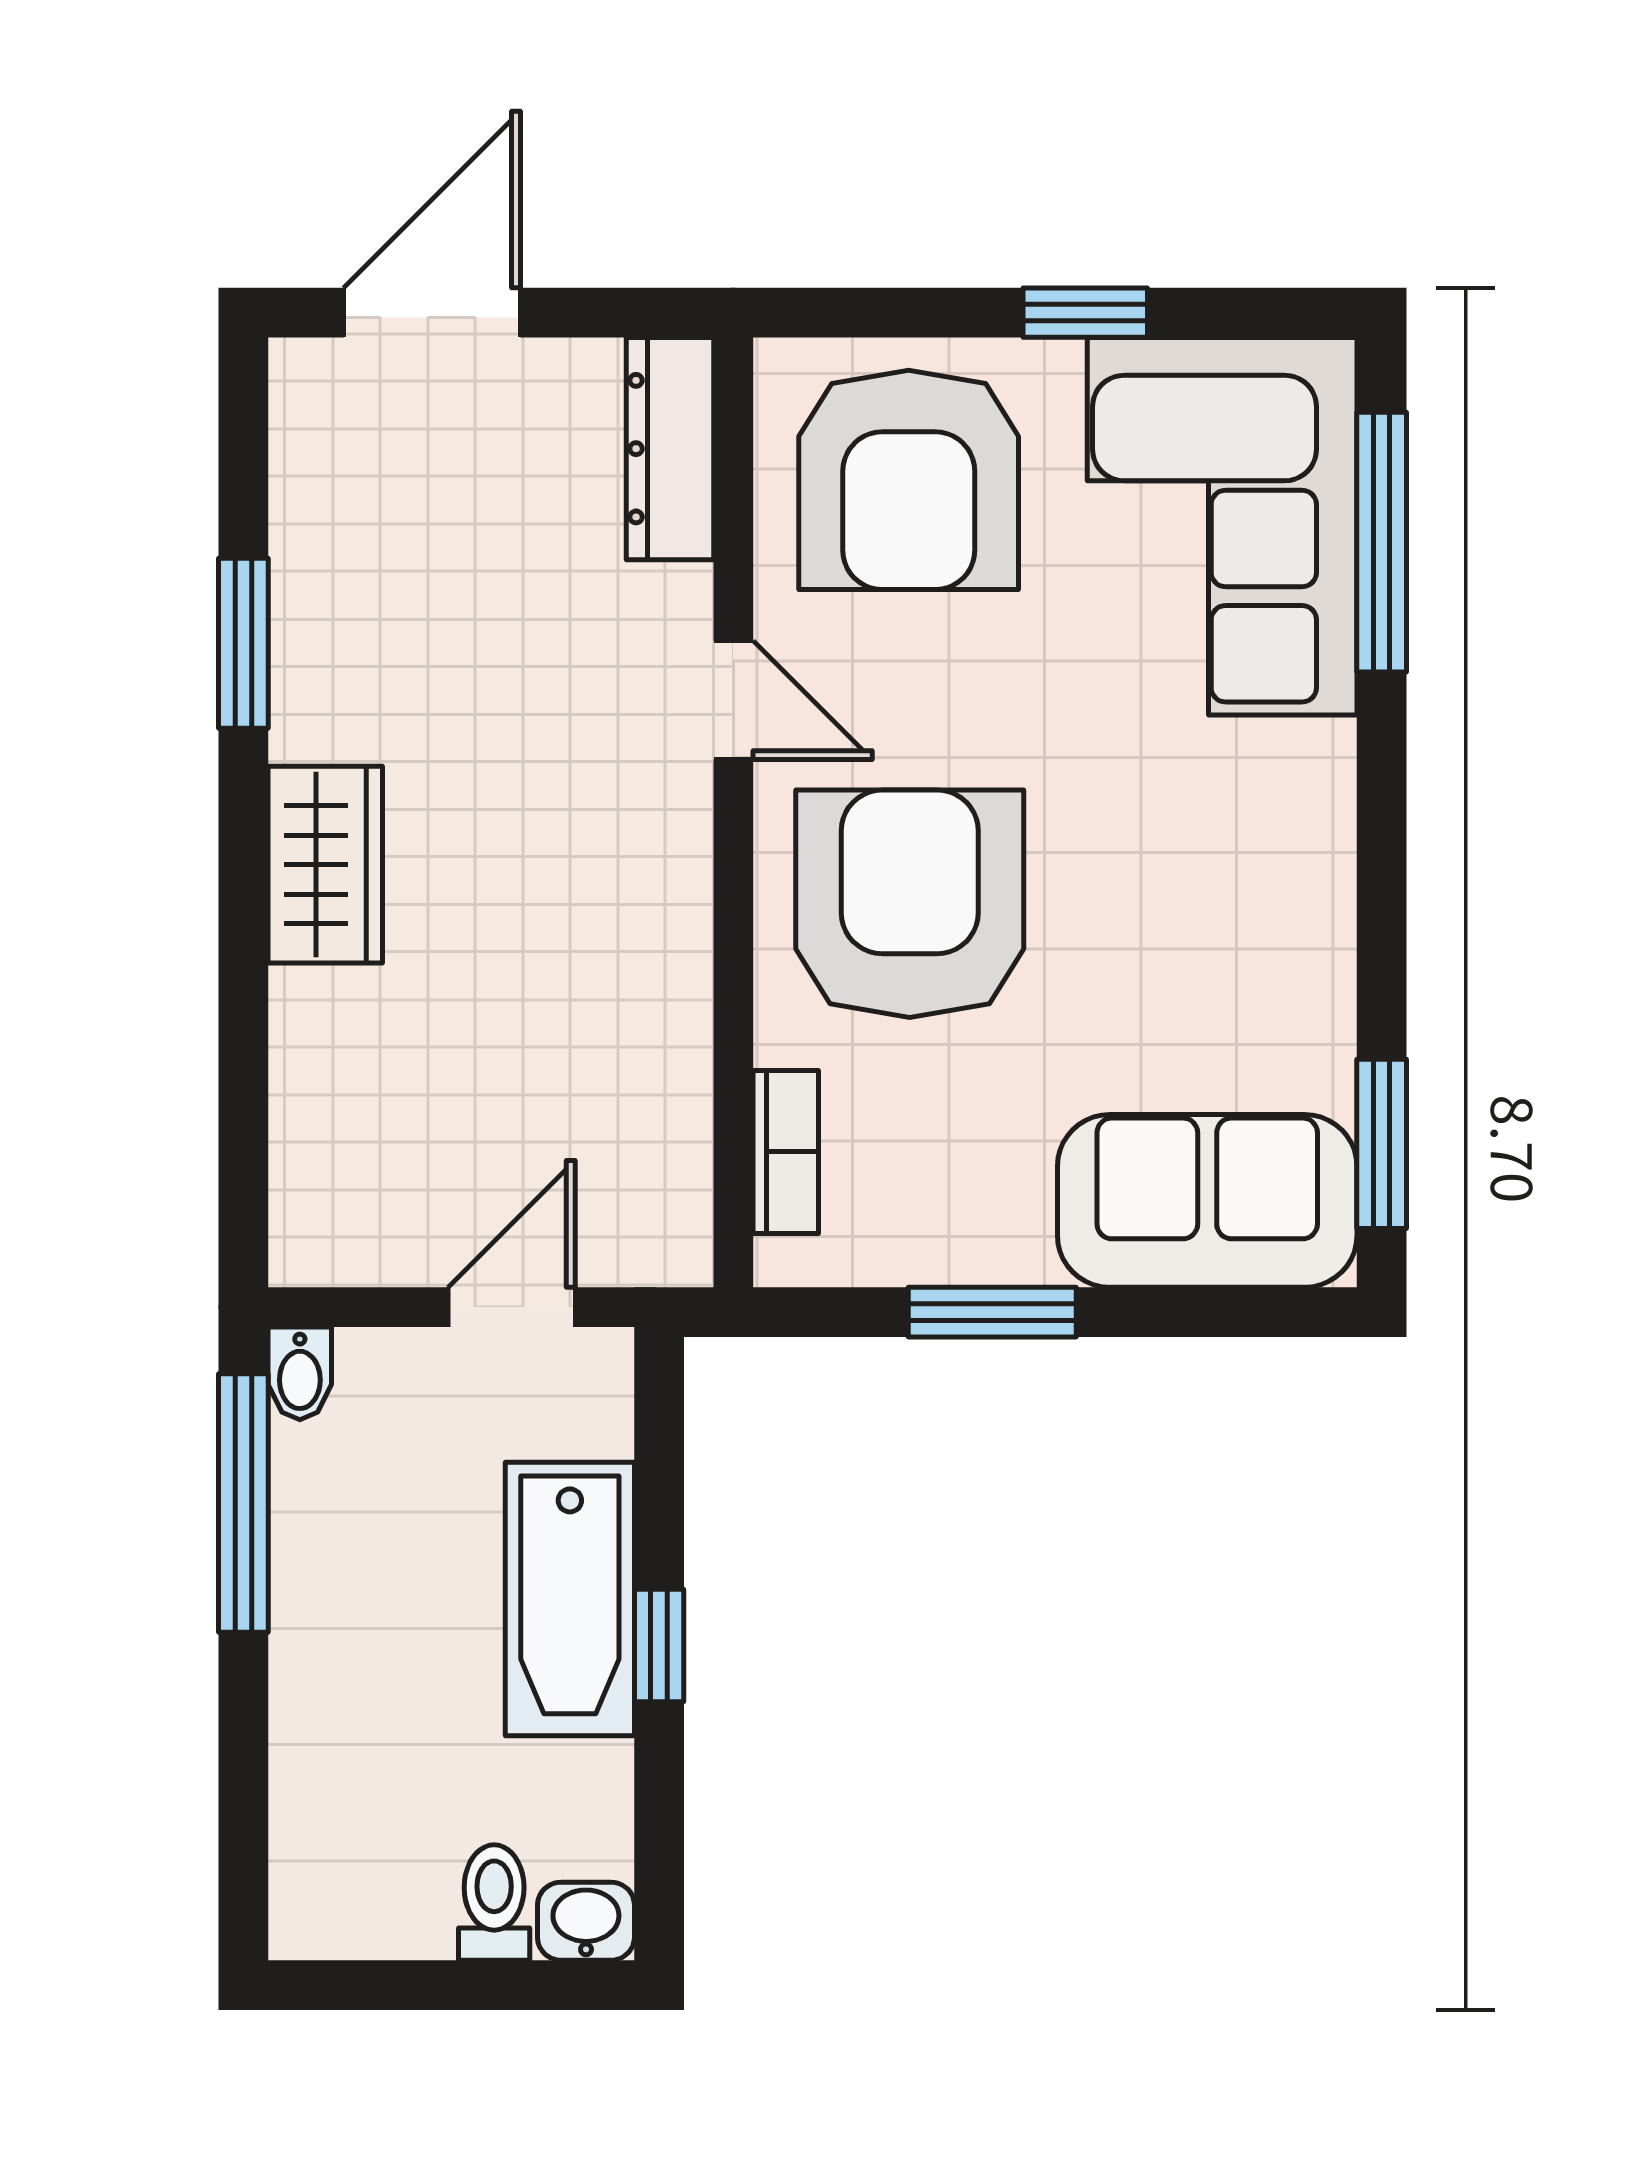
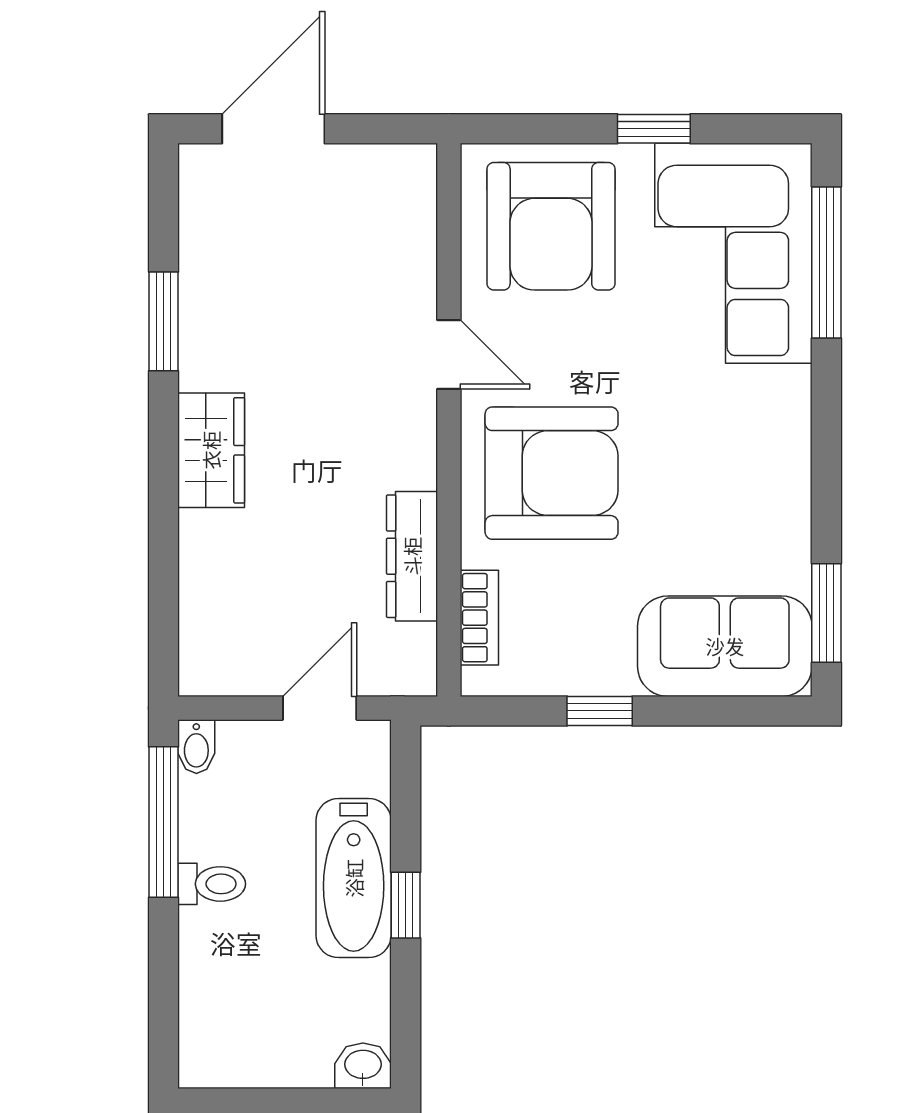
dresser: (670, 449) -> (412, 556), moved
armchair: (910, 904) -> (552, 473), turned 90
window: (992, 1312) -> (600, 711), width x0.67
toilet: (494, 1903) -> (212, 884), moved, turned 90

